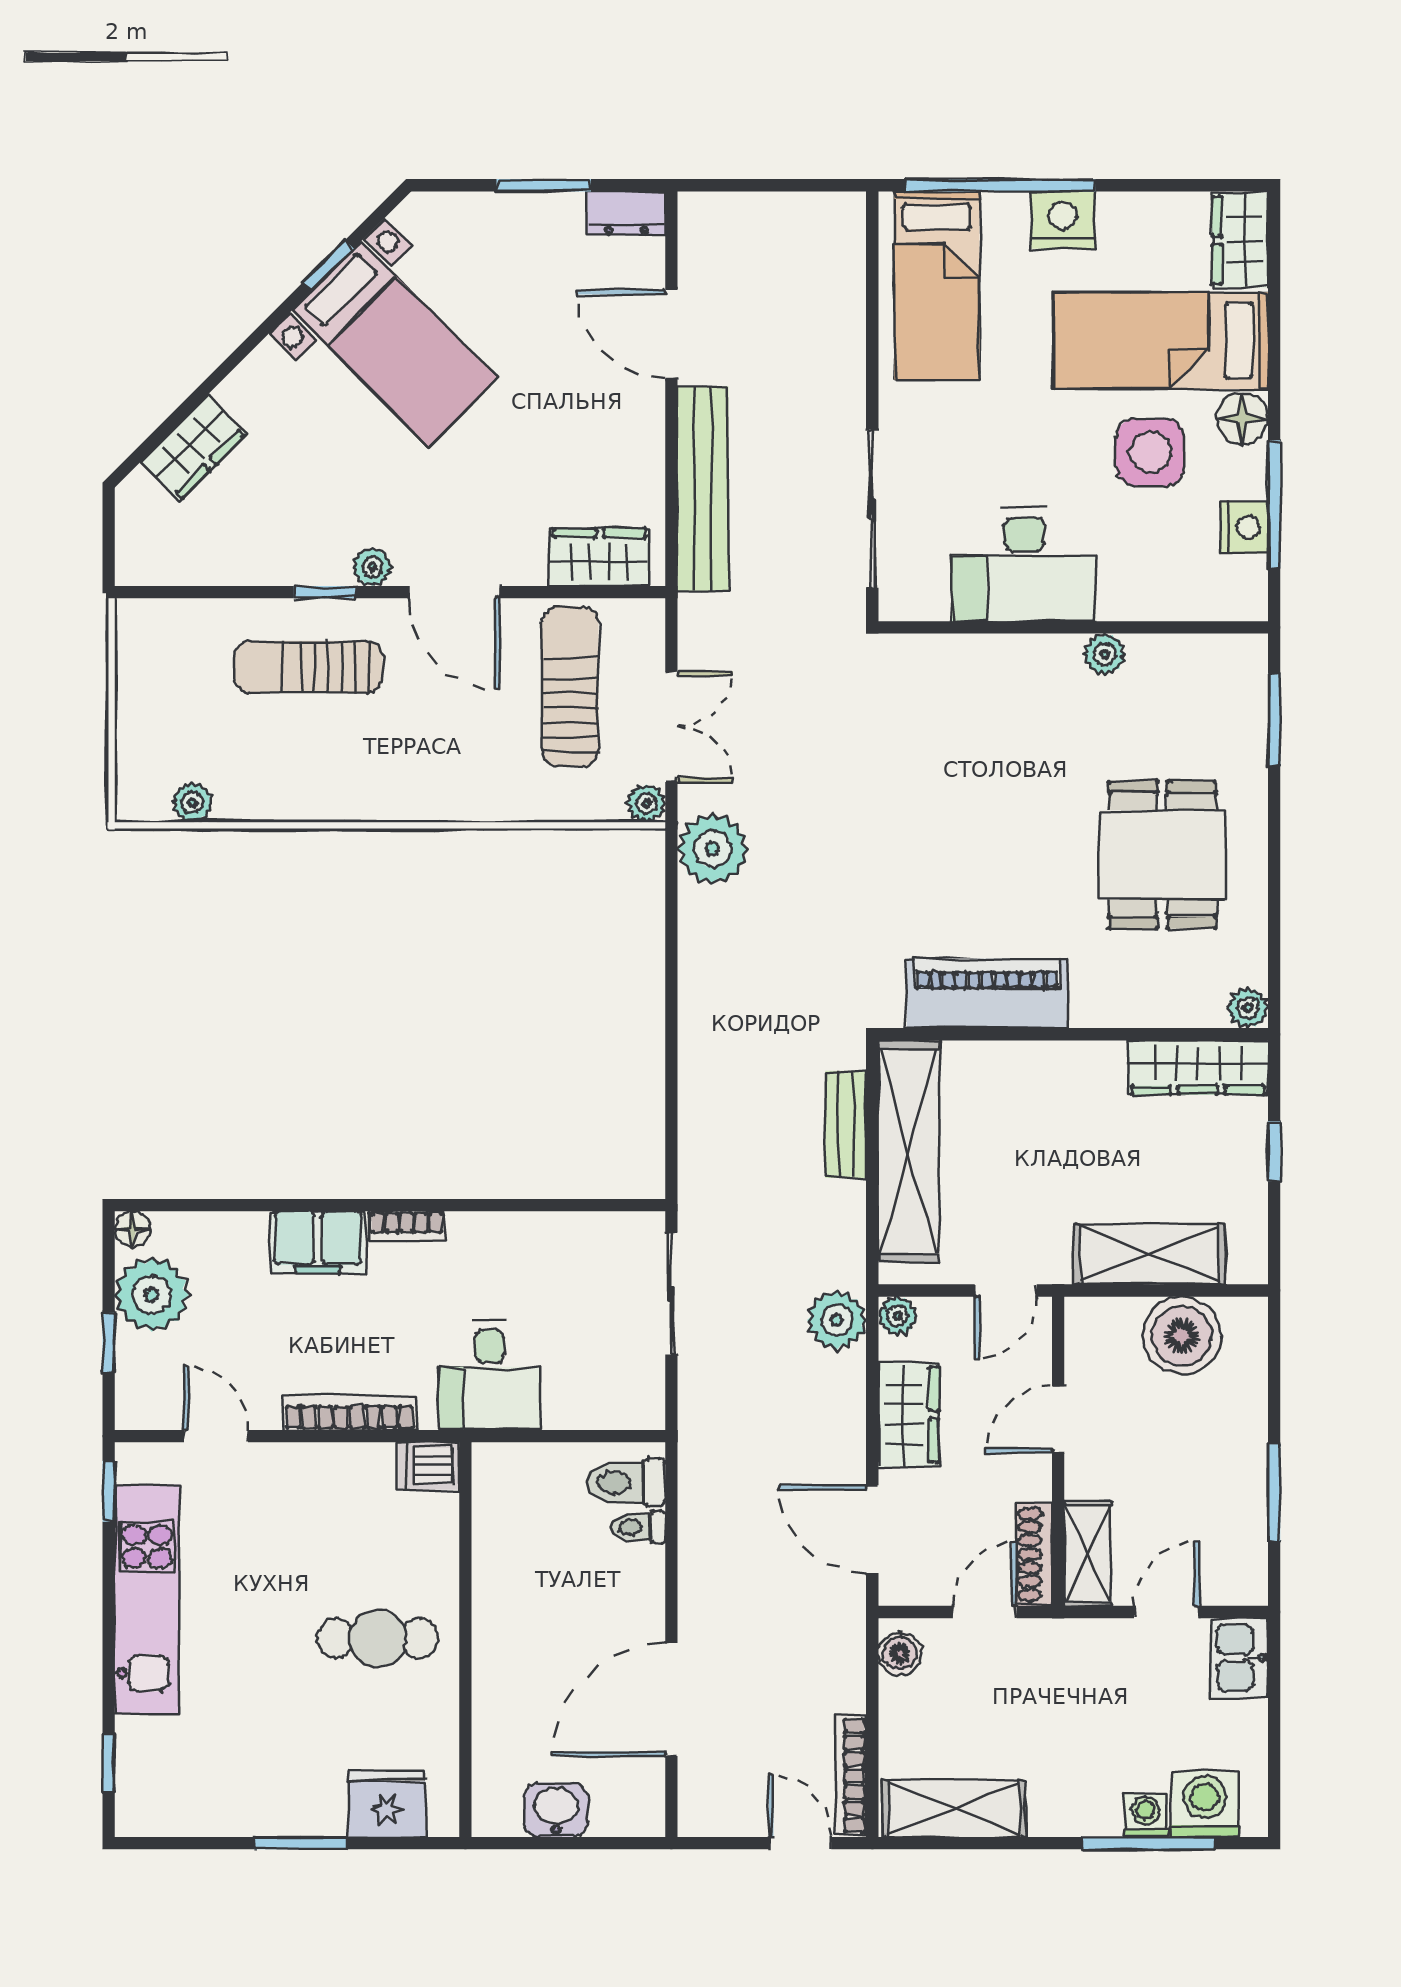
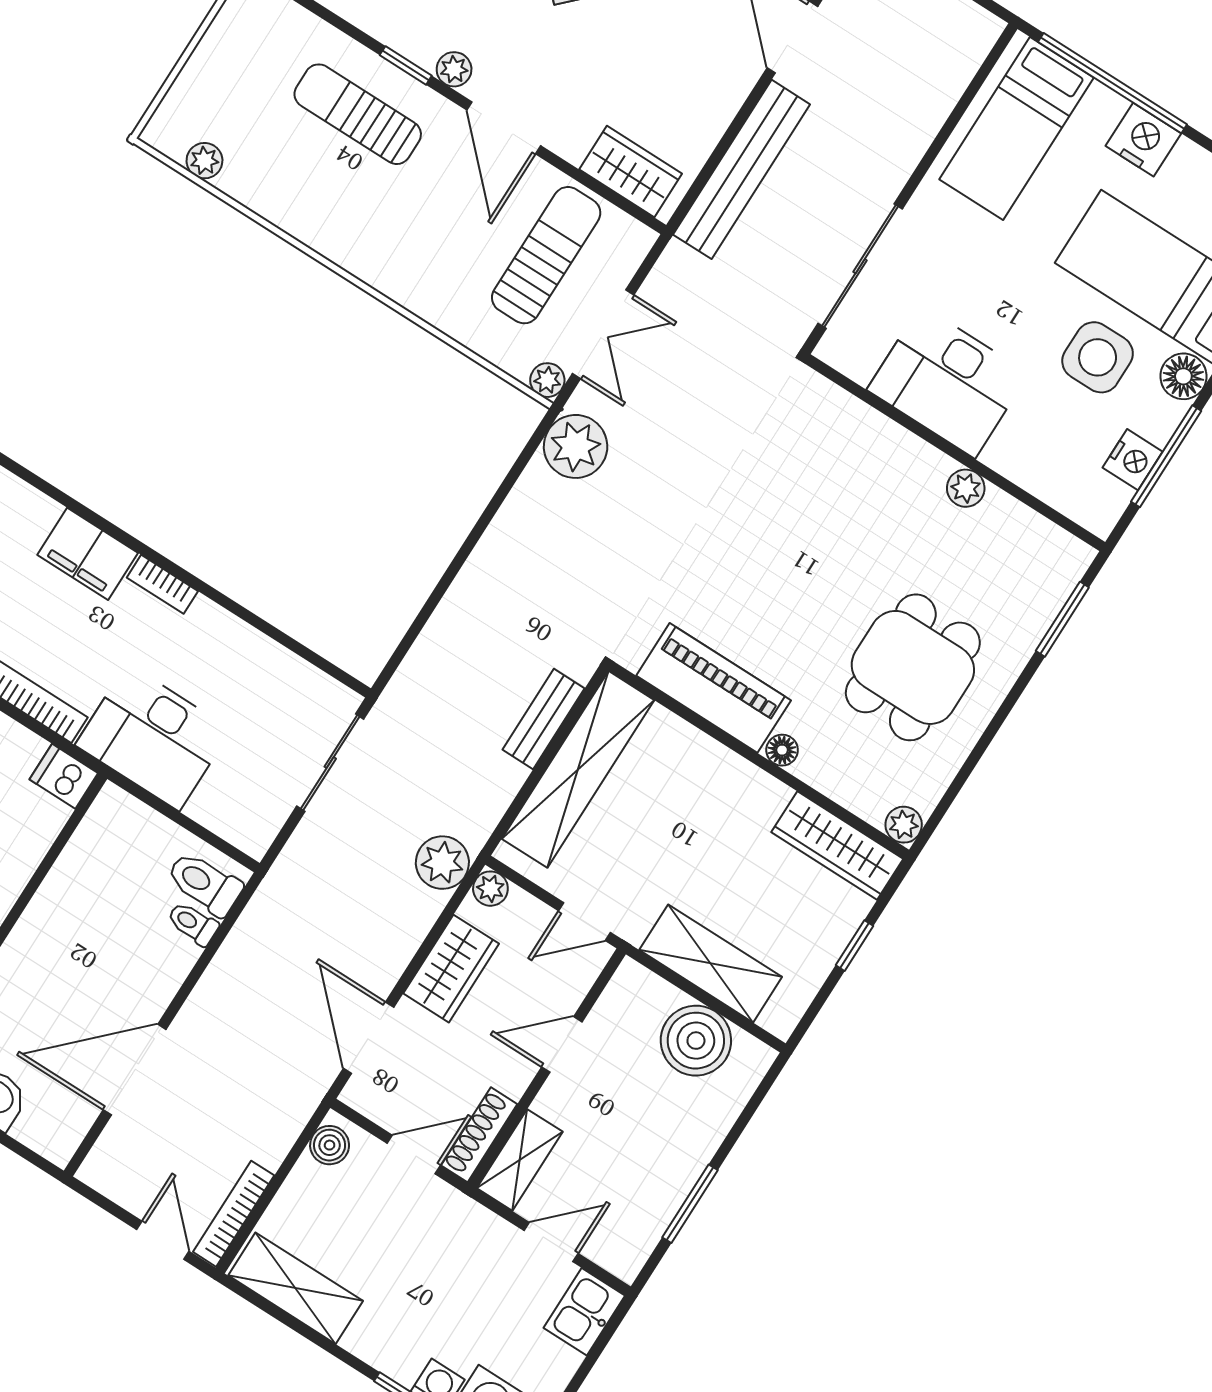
floor lamp: (1089, 1011) -> (782, 750), added
desk: (490, 1376) -> (153, 737), width x1.37

